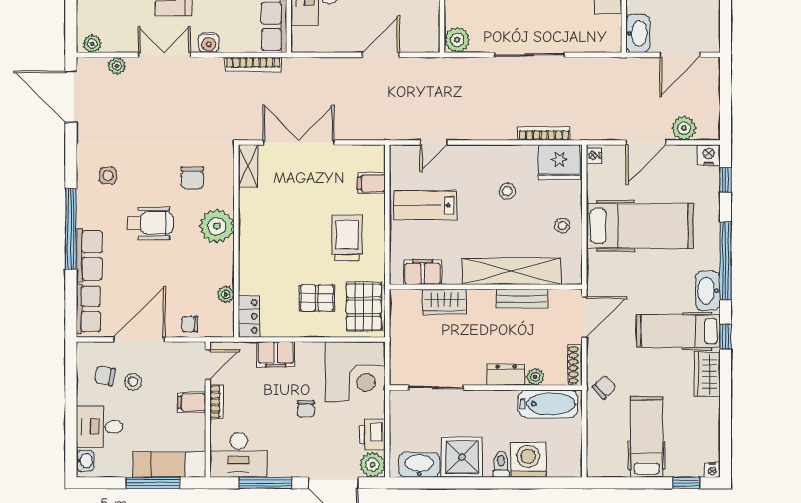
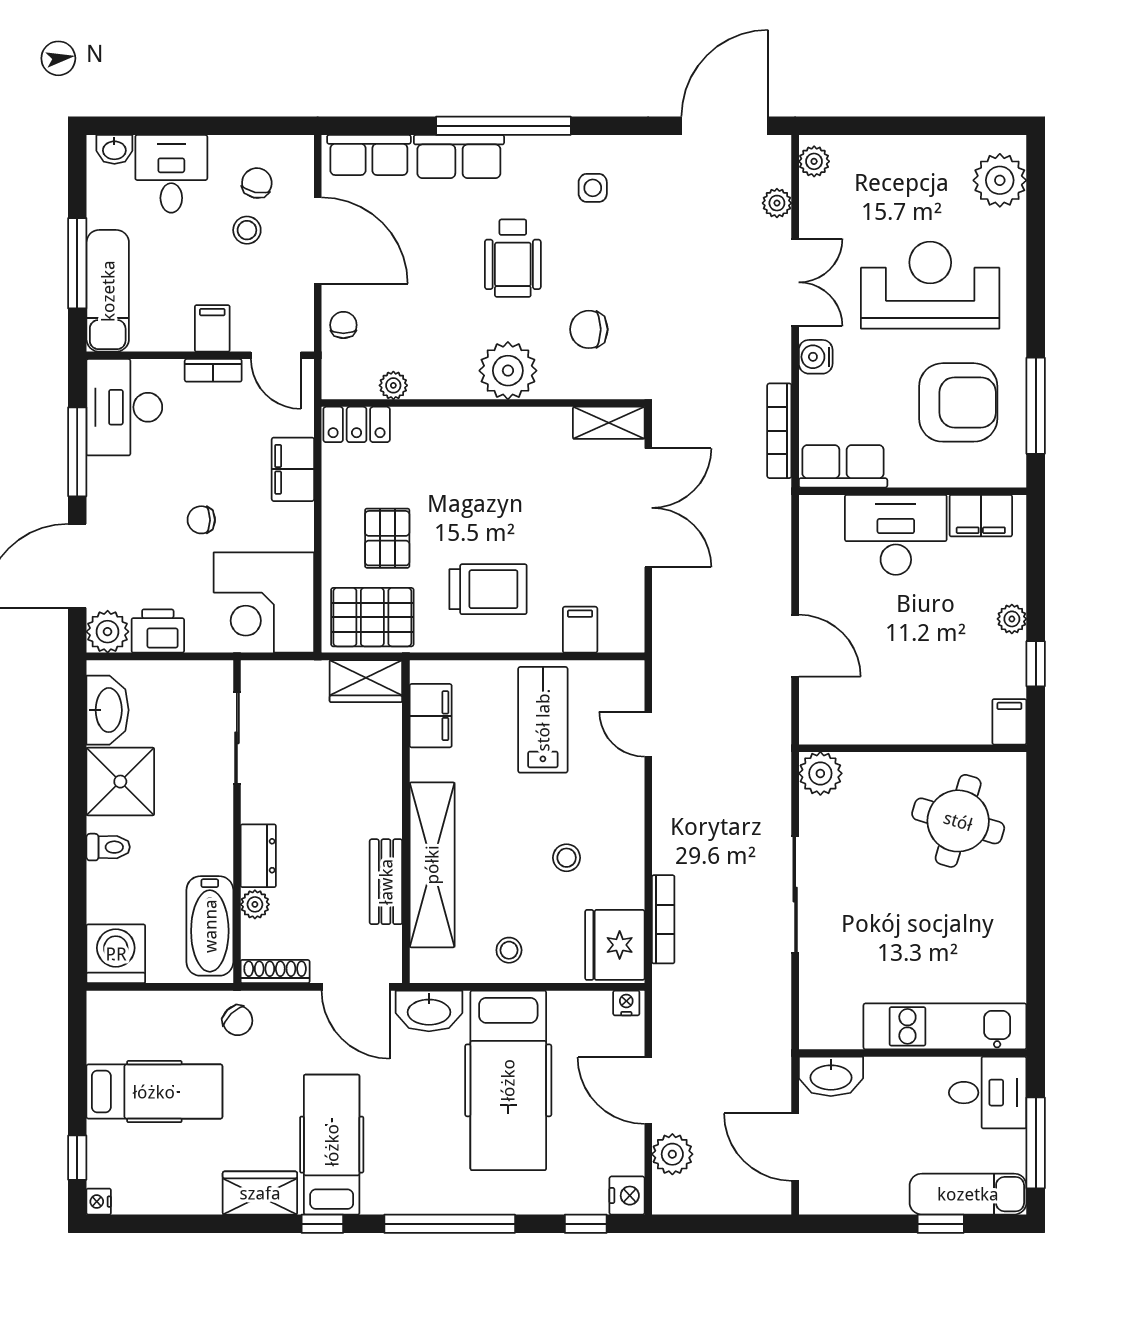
washbasin: (708, 291) -> (429, 1011), moved, turned 180
wardrobe: (444, 302) -> (366, 681), moved, turned -90
washing machine: (528, 460) -> (116, 954), moved, turned -90

